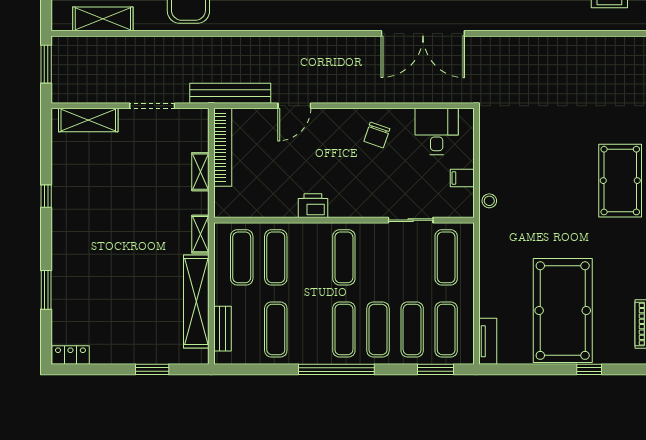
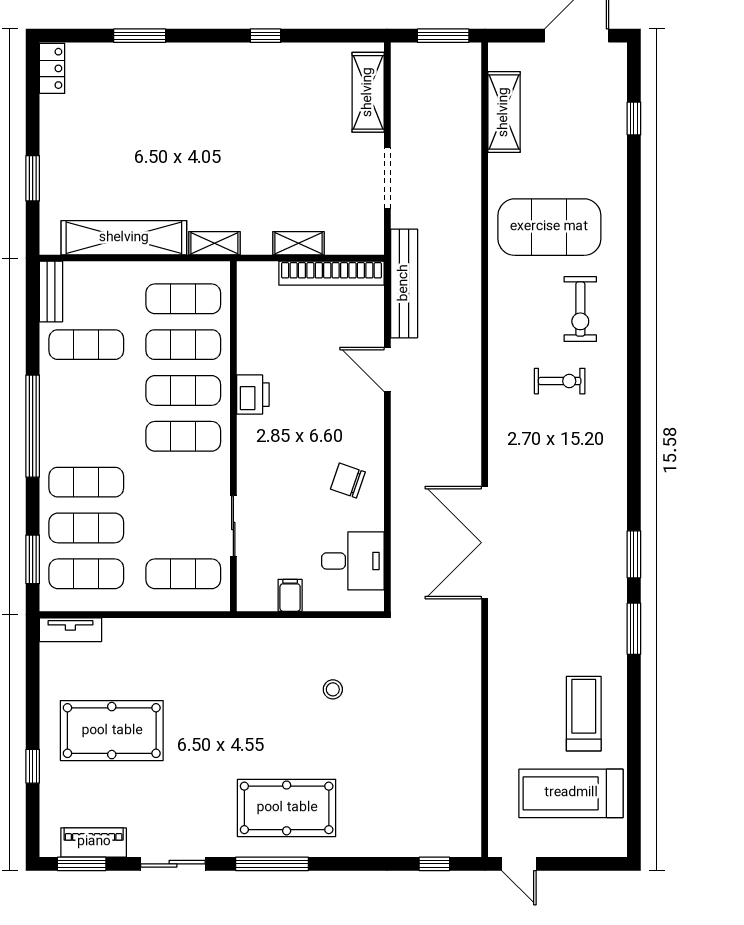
stool: (489, 201) -> (333, 689), moved
pool table: (563, 311) -> (112, 731), width x0.73, depth x0.76
bench: (222, 329) -> (51, 292), moved, turned 90
exercise mat: (344, 330) -> (183, 390), moved

